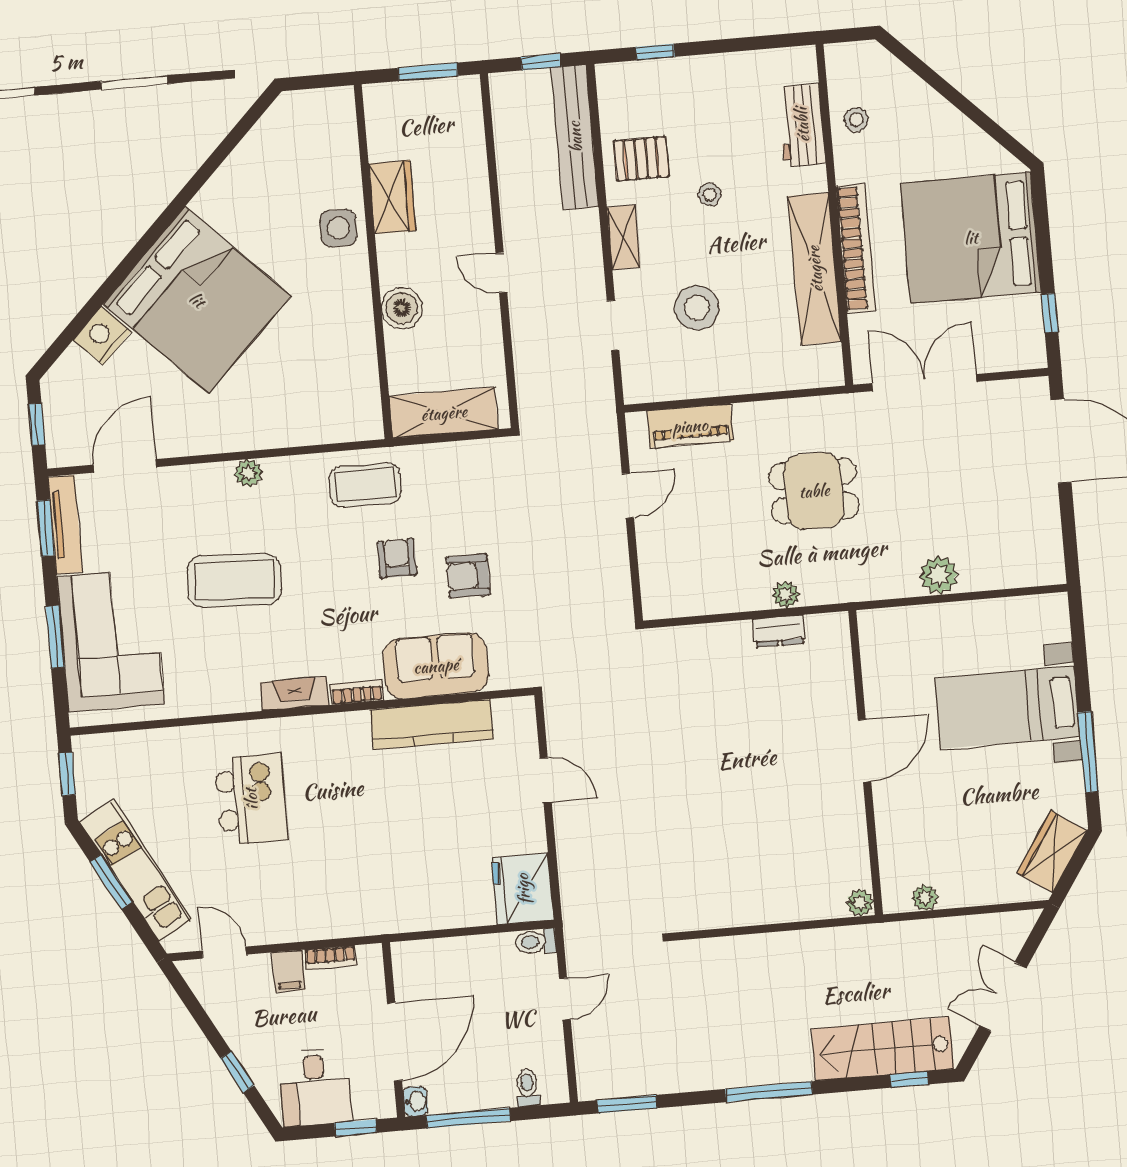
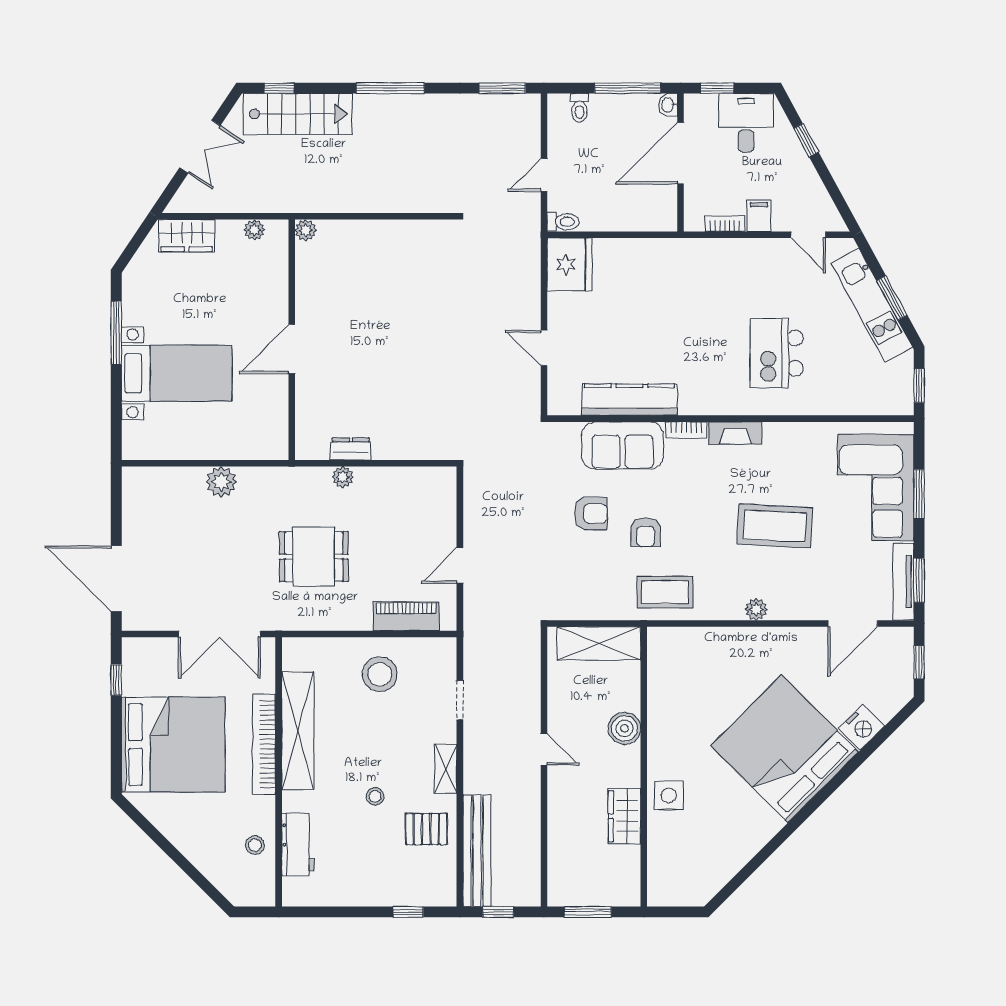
stool: (697, 308) -> (380, 674), moved
wardrobe: (1052, 852) -> (187, 236), moved, turned 56

